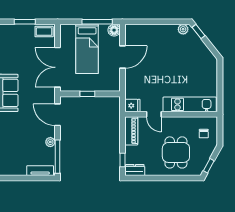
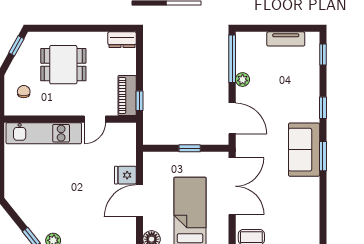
fridge: (132, 106) -> (125, 175), moved
door: (154, 114) -> (95, 119), swing flipped
dining table: (176, 152) -> (63, 65), turned 90
window: (122, 160) -> (140, 101), moved
tv unit: (40, 171) -> (286, 39), moved

